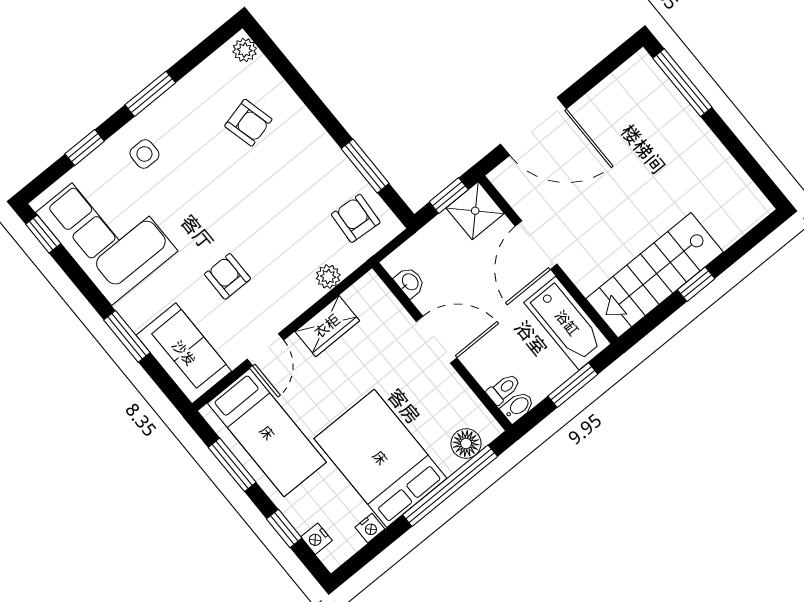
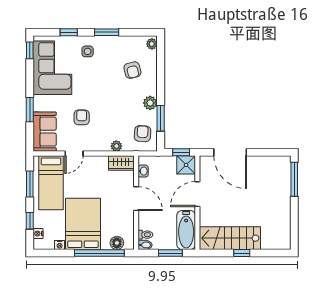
plant: (326, 154) -> (150, 103), added
wardrobe: (327, 326) -> (121, 163), moved

